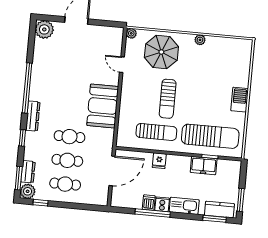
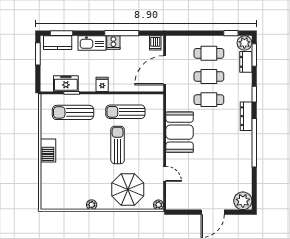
sun lounger: (210, 136) -> (73, 112), width x0.73, depth x0.75
fridge: (159, 161) -> (102, 84), moved
freezer: (204, 166) -> (66, 84), moved
dishwasher: (149, 203) -> (155, 43), moved

